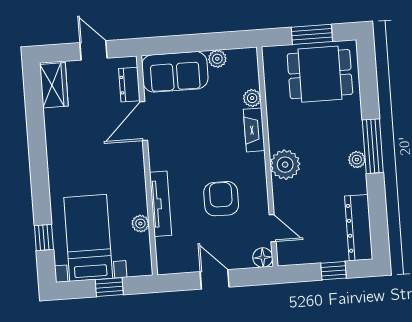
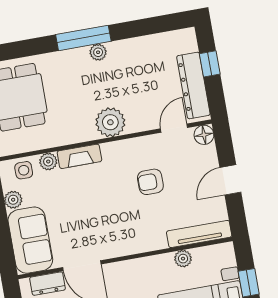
side table: (246, 72) -> (24, 170), added
armchair: (221, 199) -> (150, 182), width x0.72, depth x0.72
tv unit: (161, 204) -> (199, 234), moved
dresser: (359, 228) -> (193, 85), moved, turned 90

